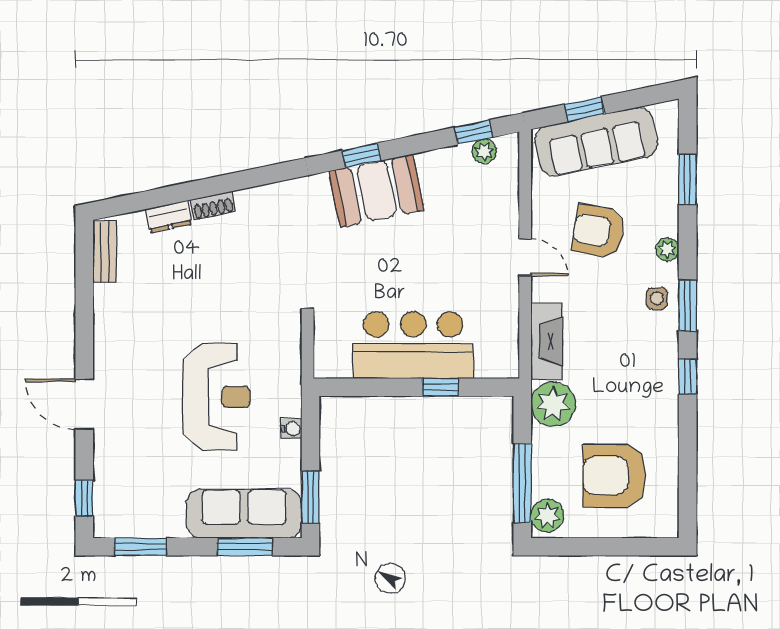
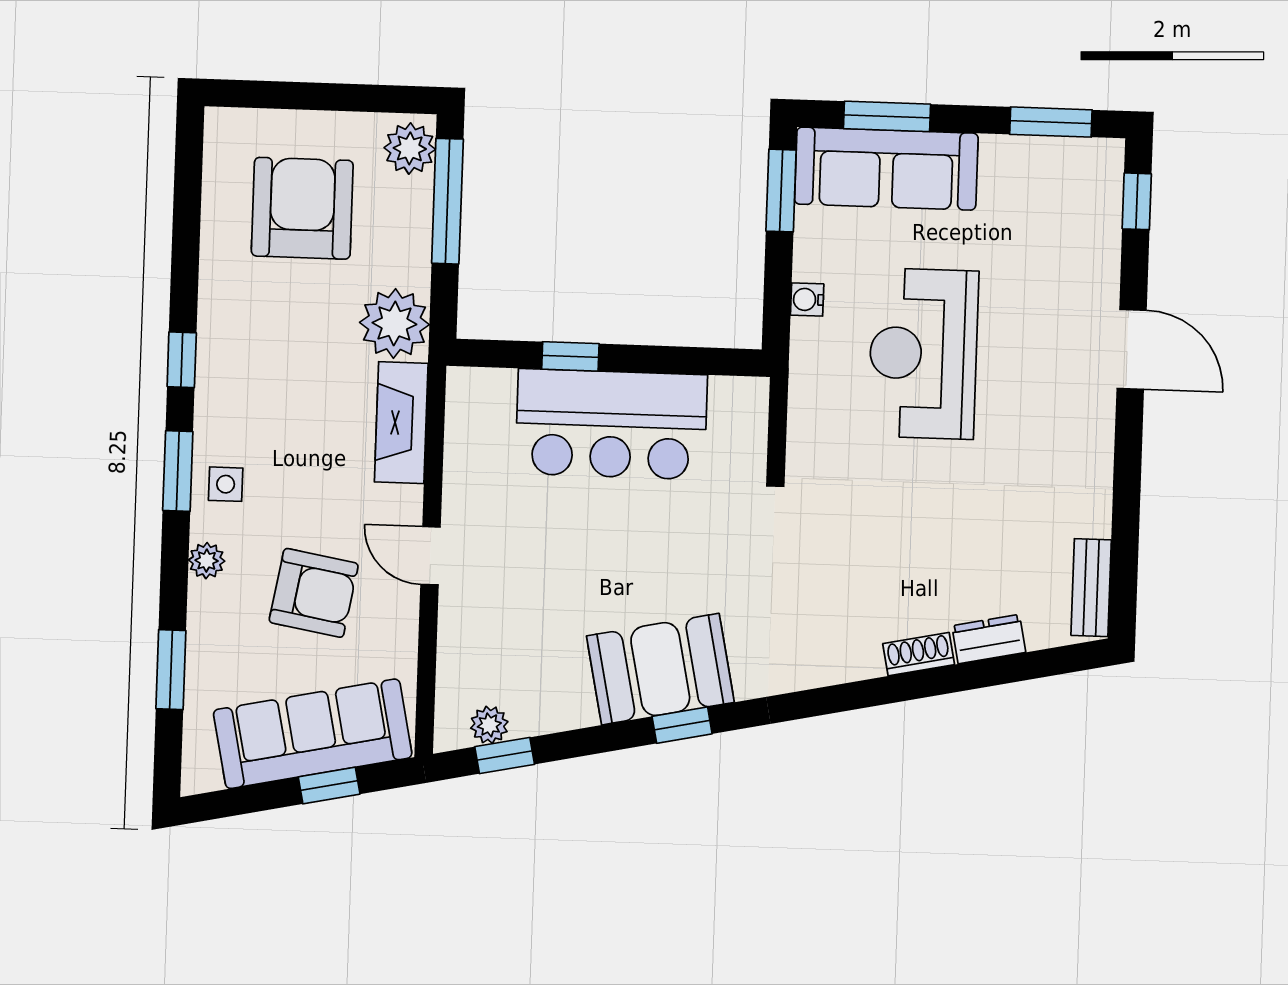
armchair: (614, 475) -> (302, 208), turned -90

